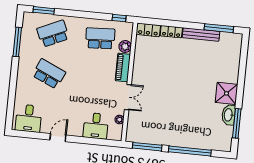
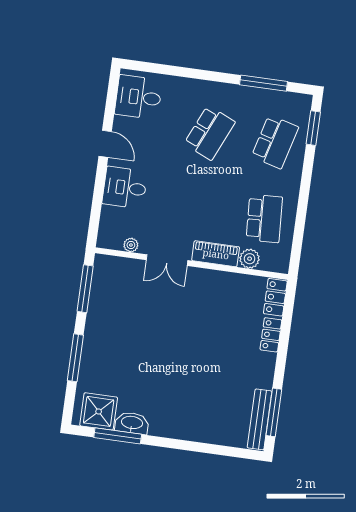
window: (119, 18) -> (296, 250), removed
school desk: (53, 34) -> (275, 142), turned 39
bench: (201, 34) -> (260, 419), moved
shower: (226, 93) -> (99, 411), moved
desk: (96, 126) -> (125, 188), moved
window: (190, 151) -> (75, 358), width x0.68

